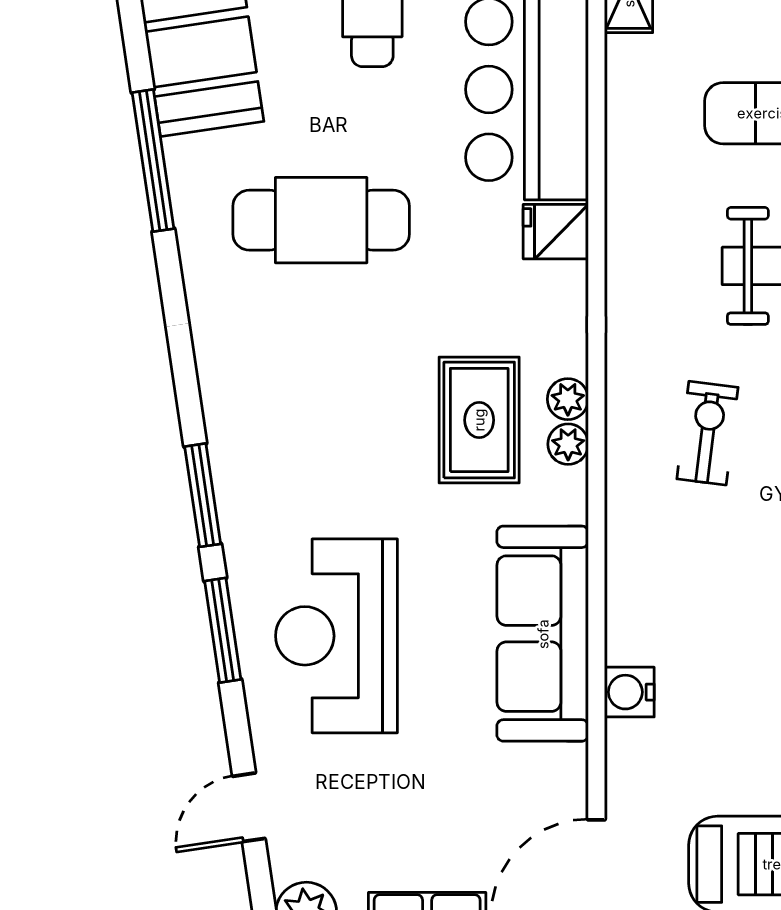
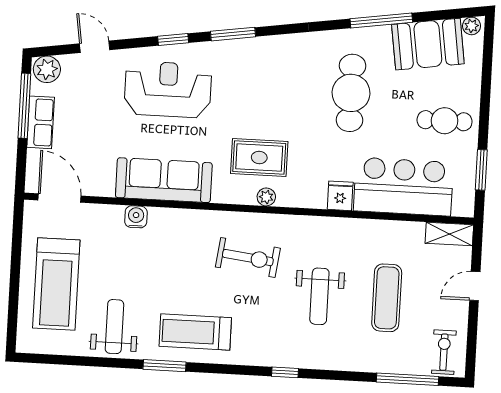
exercise bike: (707, 433) -> (248, 258), width x1.38, depth x1.39
plant: (568, 444) -> (246, 196), removed
window: (223, 630) -> (173, 40), width x0.67

